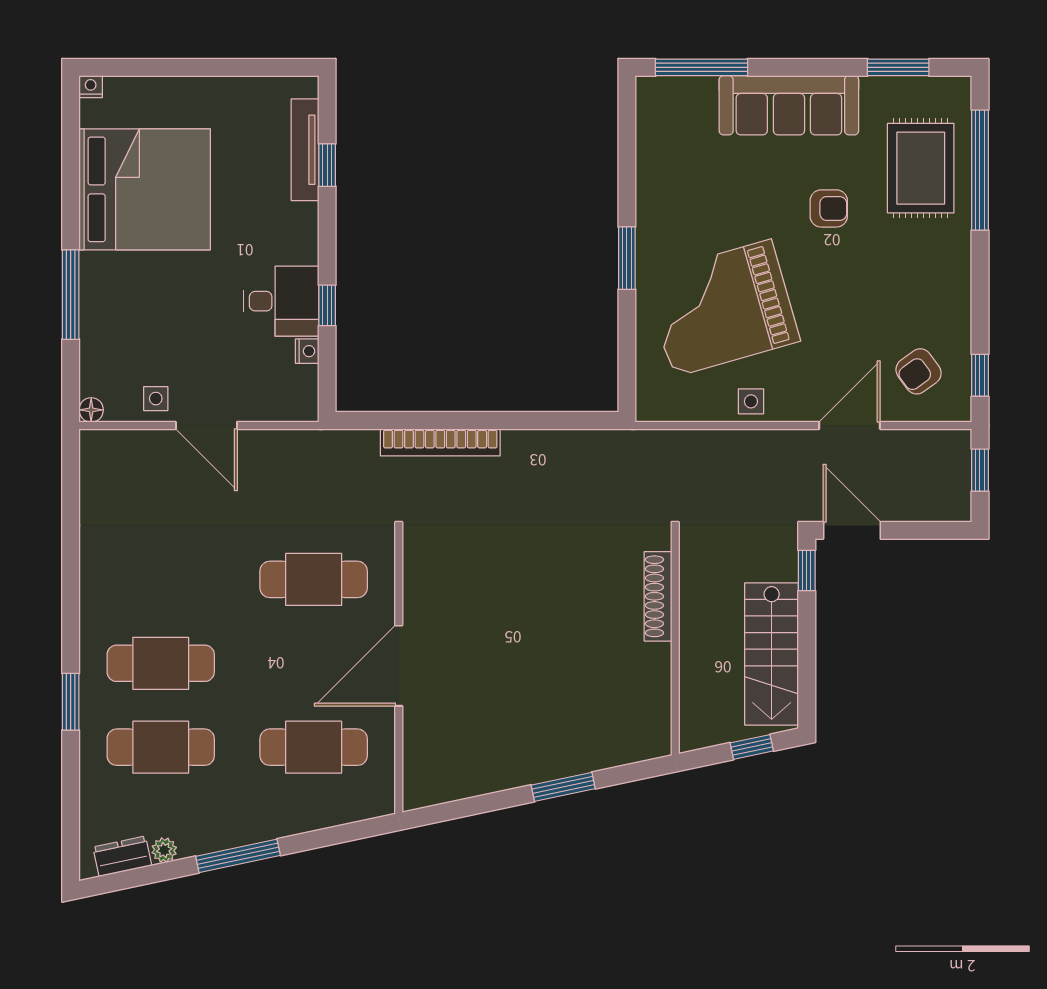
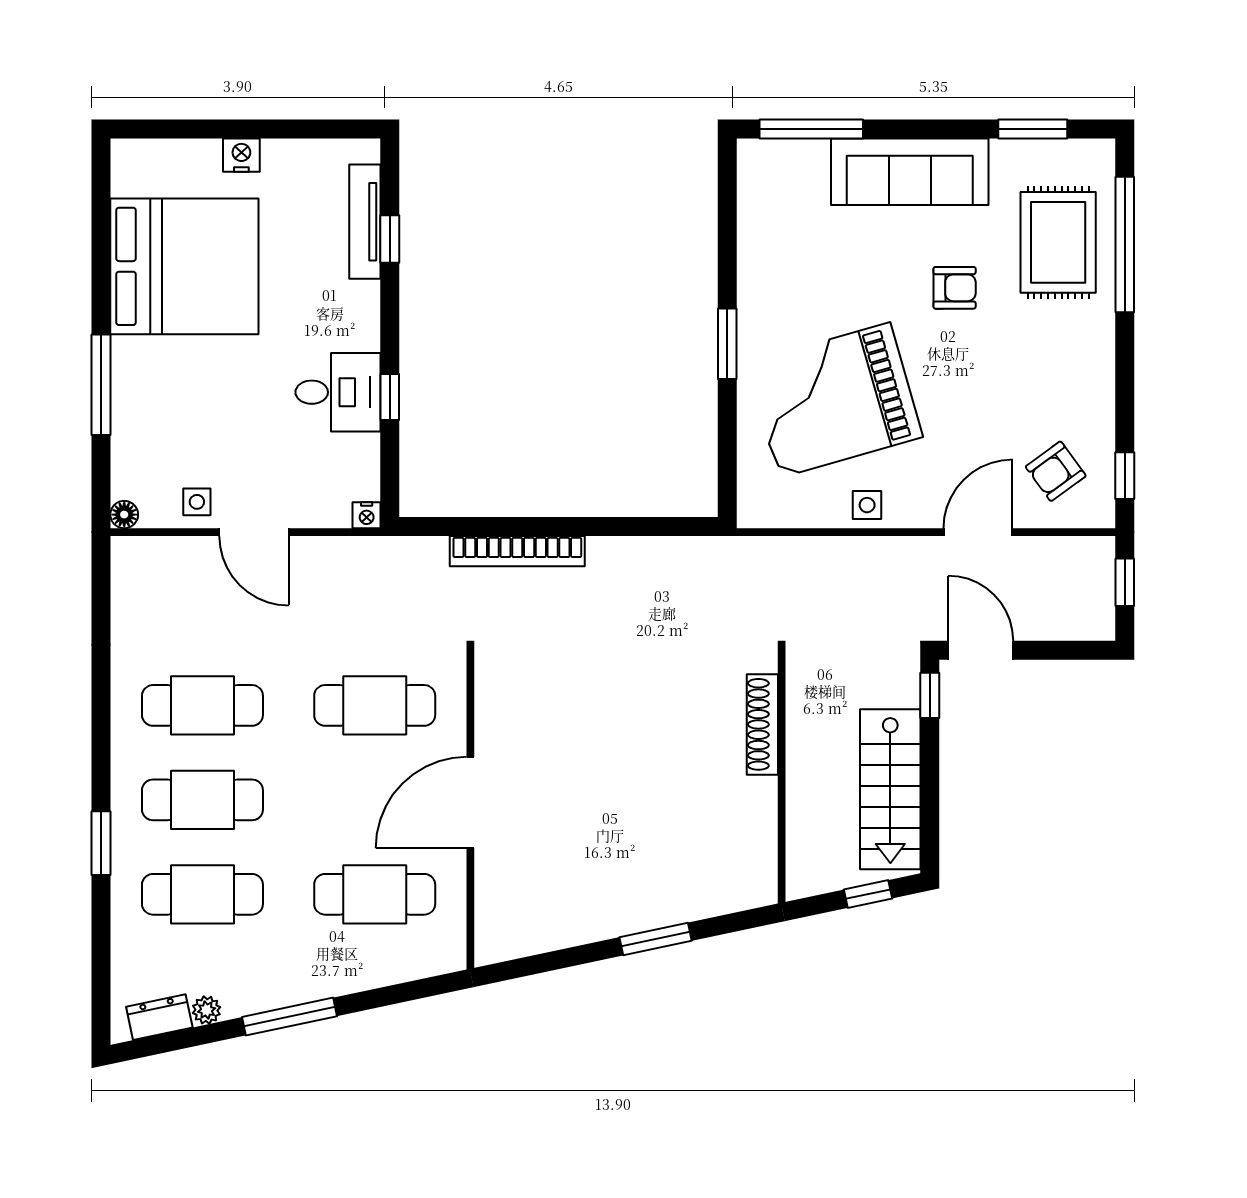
nightstand: (91, 87) -> (241, 155), moved, width x1.39, depth x1.35
nightstand: (307, 351) -> (367, 515), moved, turned 90
cafe table: (161, 579) -> (202, 705), added

